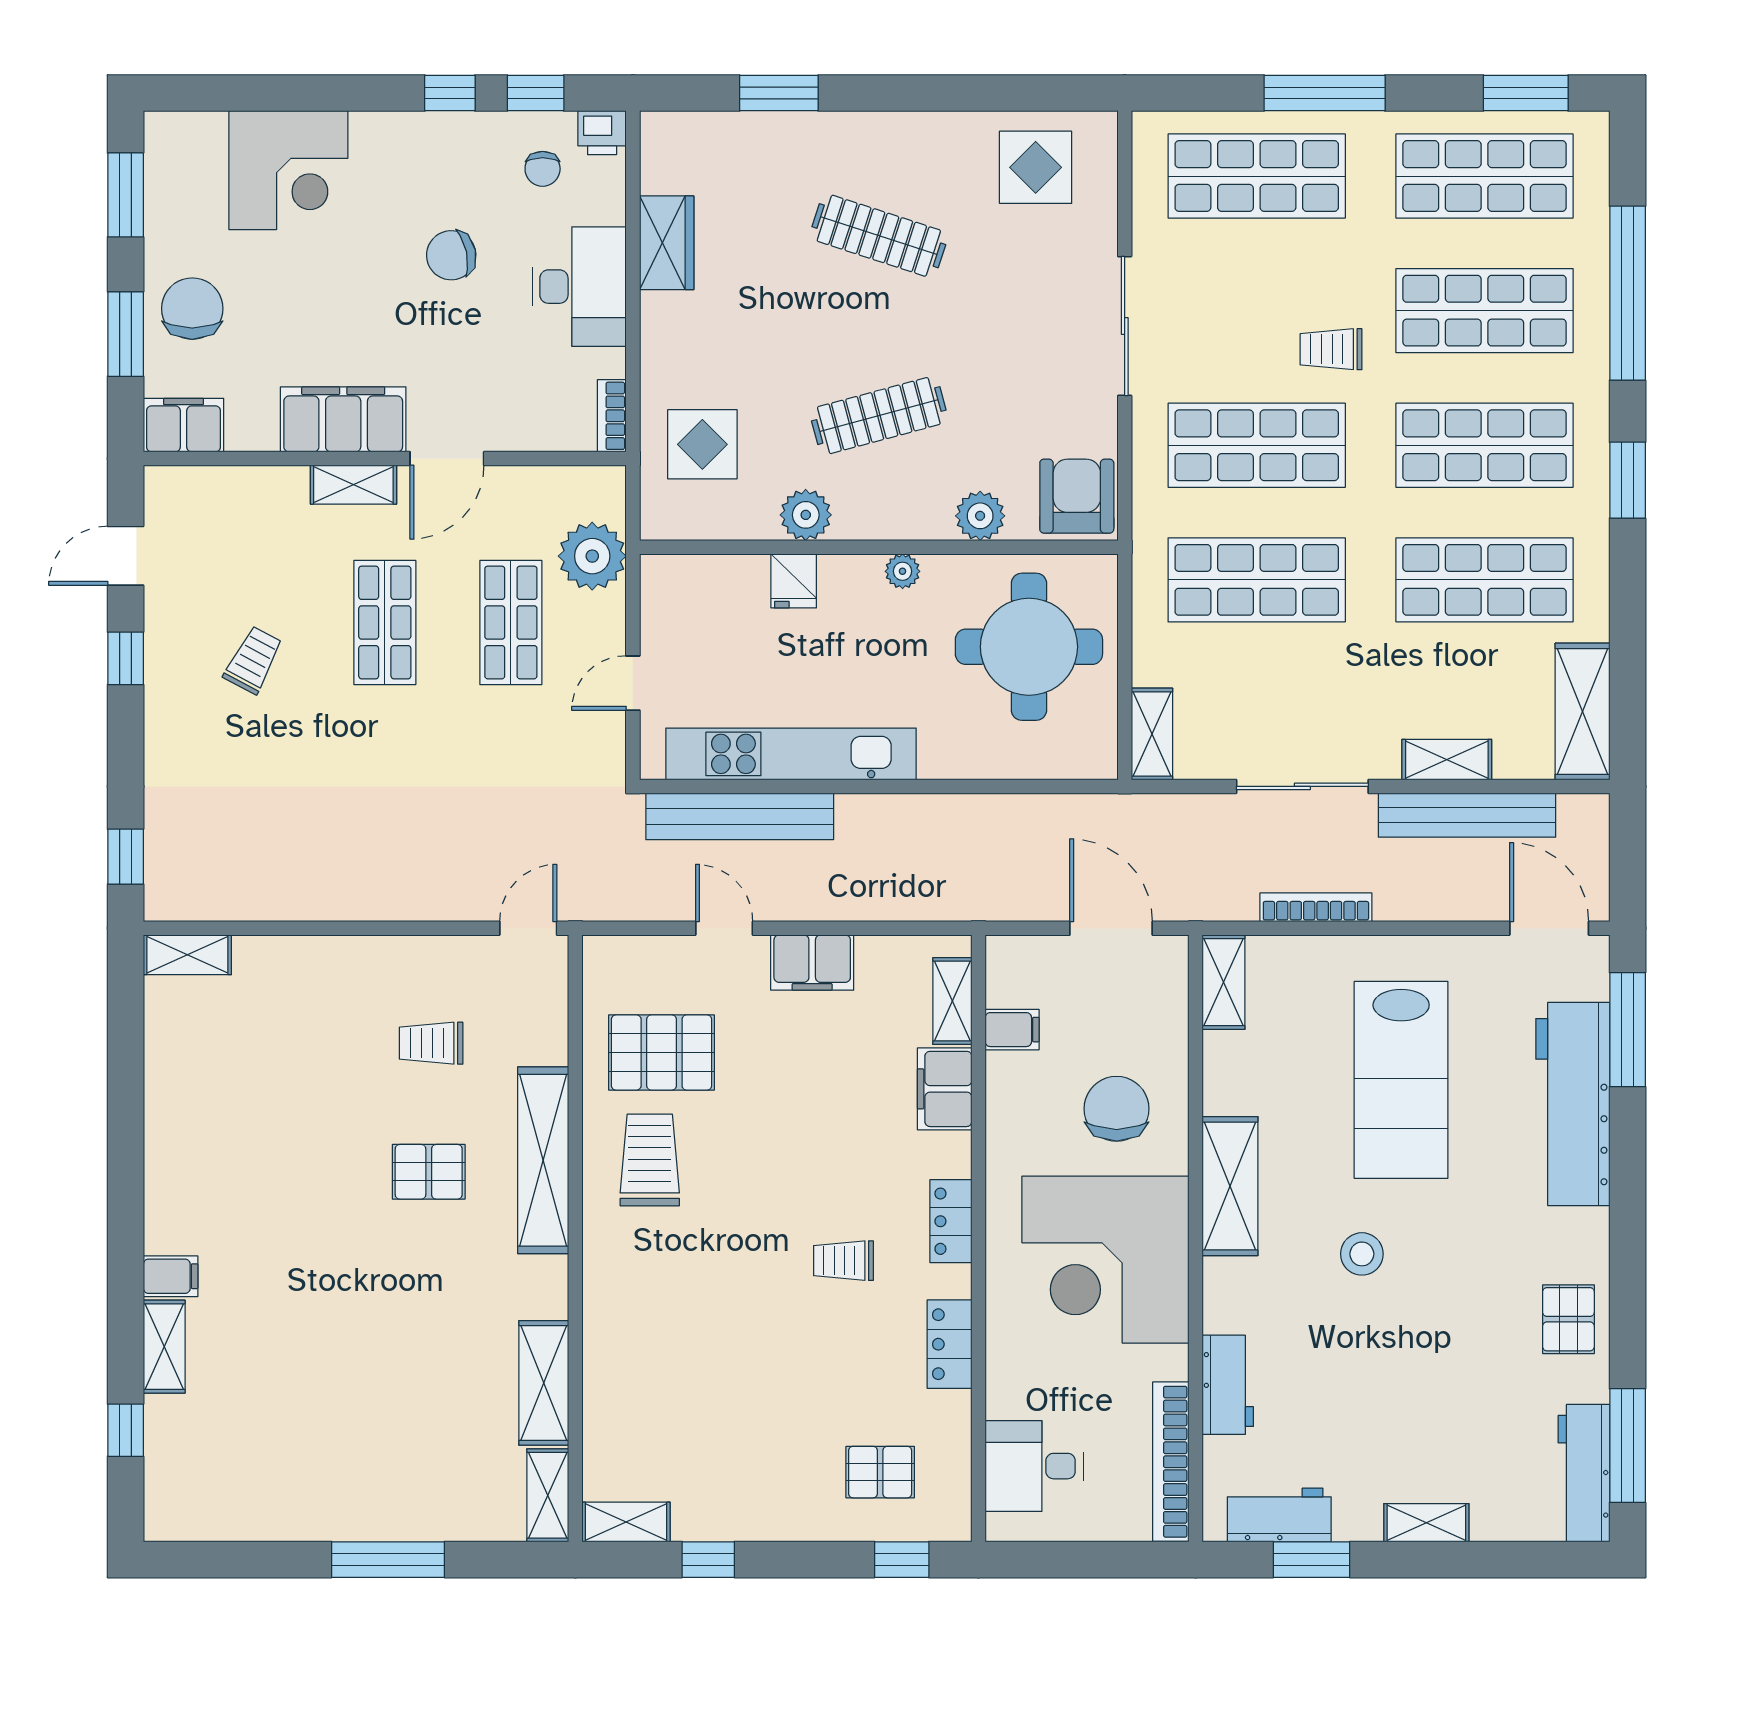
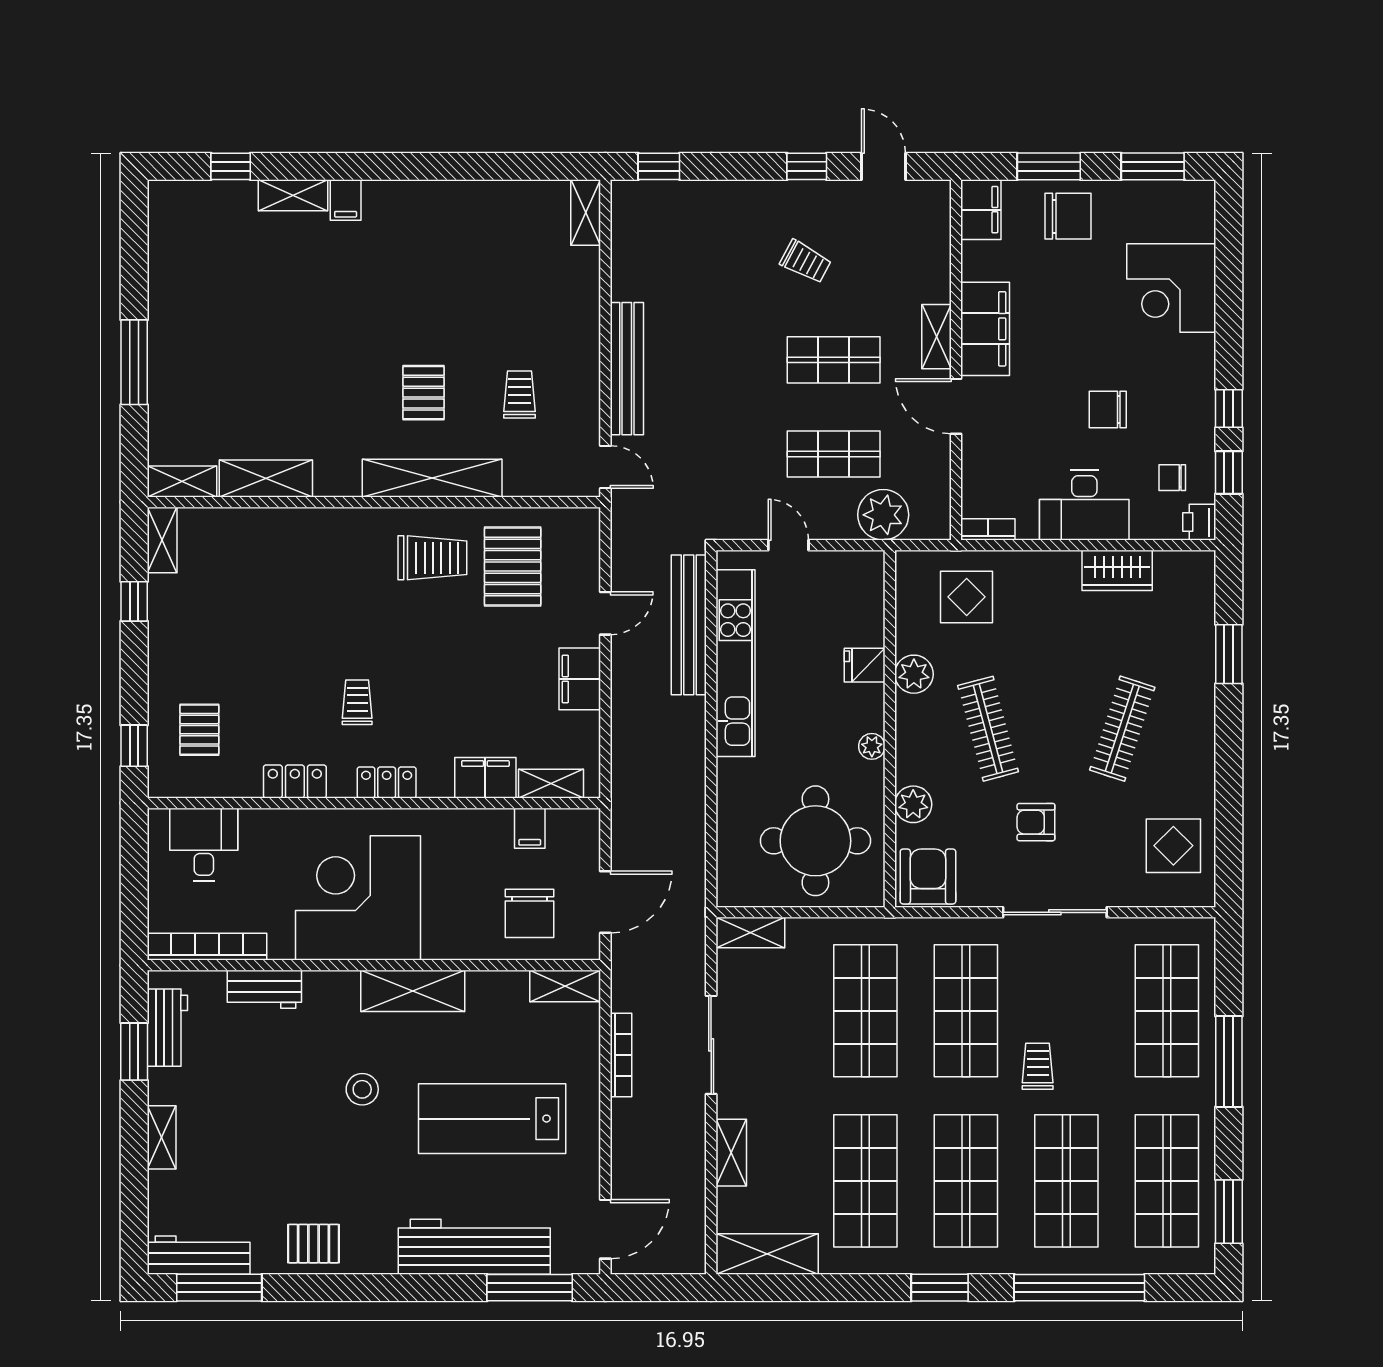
chair: (451, 255) -> (1108, 409), turned -78
armchair: (1004, 351) -> (1036, 822), added
armchair: (1077, 496) -> (928, 876), turned -90
bench: (1467, 815) -> (627, 369), moved
chair: (1117, 1109) -> (529, 913), moved, turned 90

